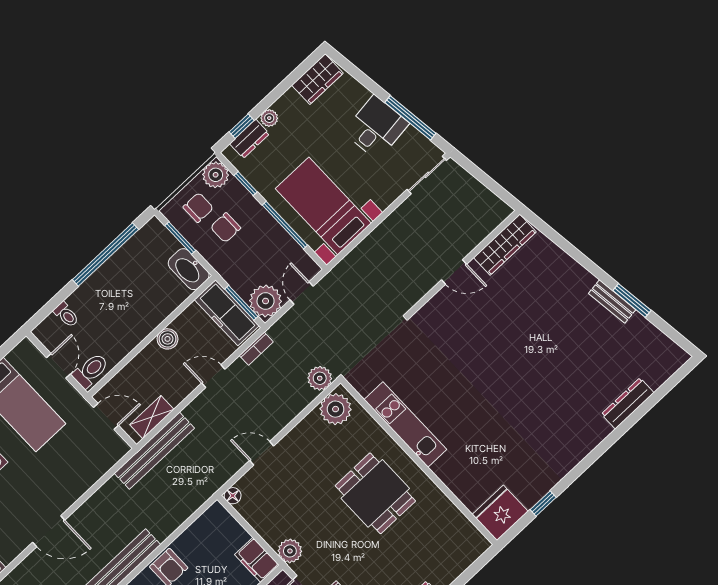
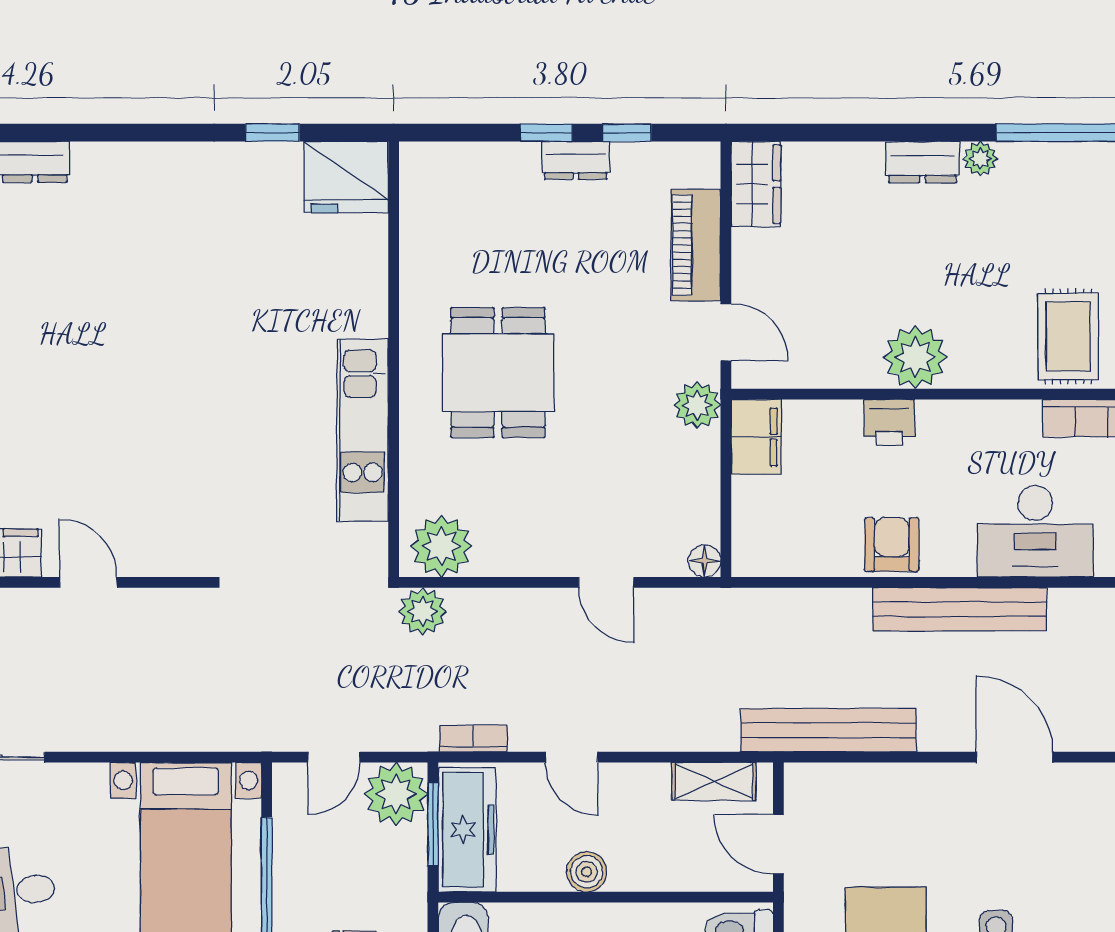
bench: (154, 451) -> (829, 730), moved

